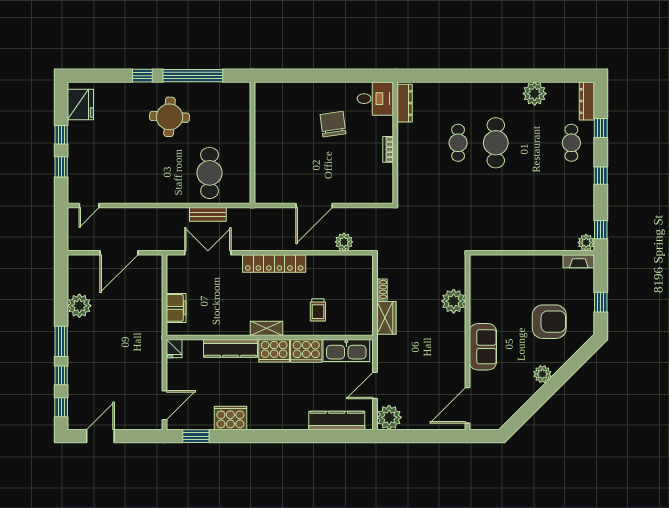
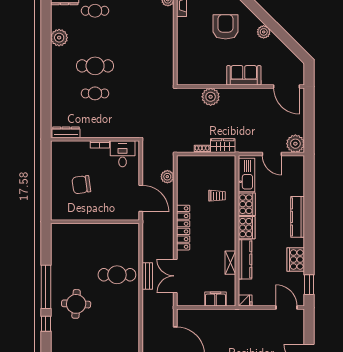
desk: (375, 99) -> (123, 154), moved
wall: (252, 143) -> (95, 222), moved
shelving: (266, 328) -> (230, 263), moved
kitchen counter: (337, 421) -> (298, 217), moved

